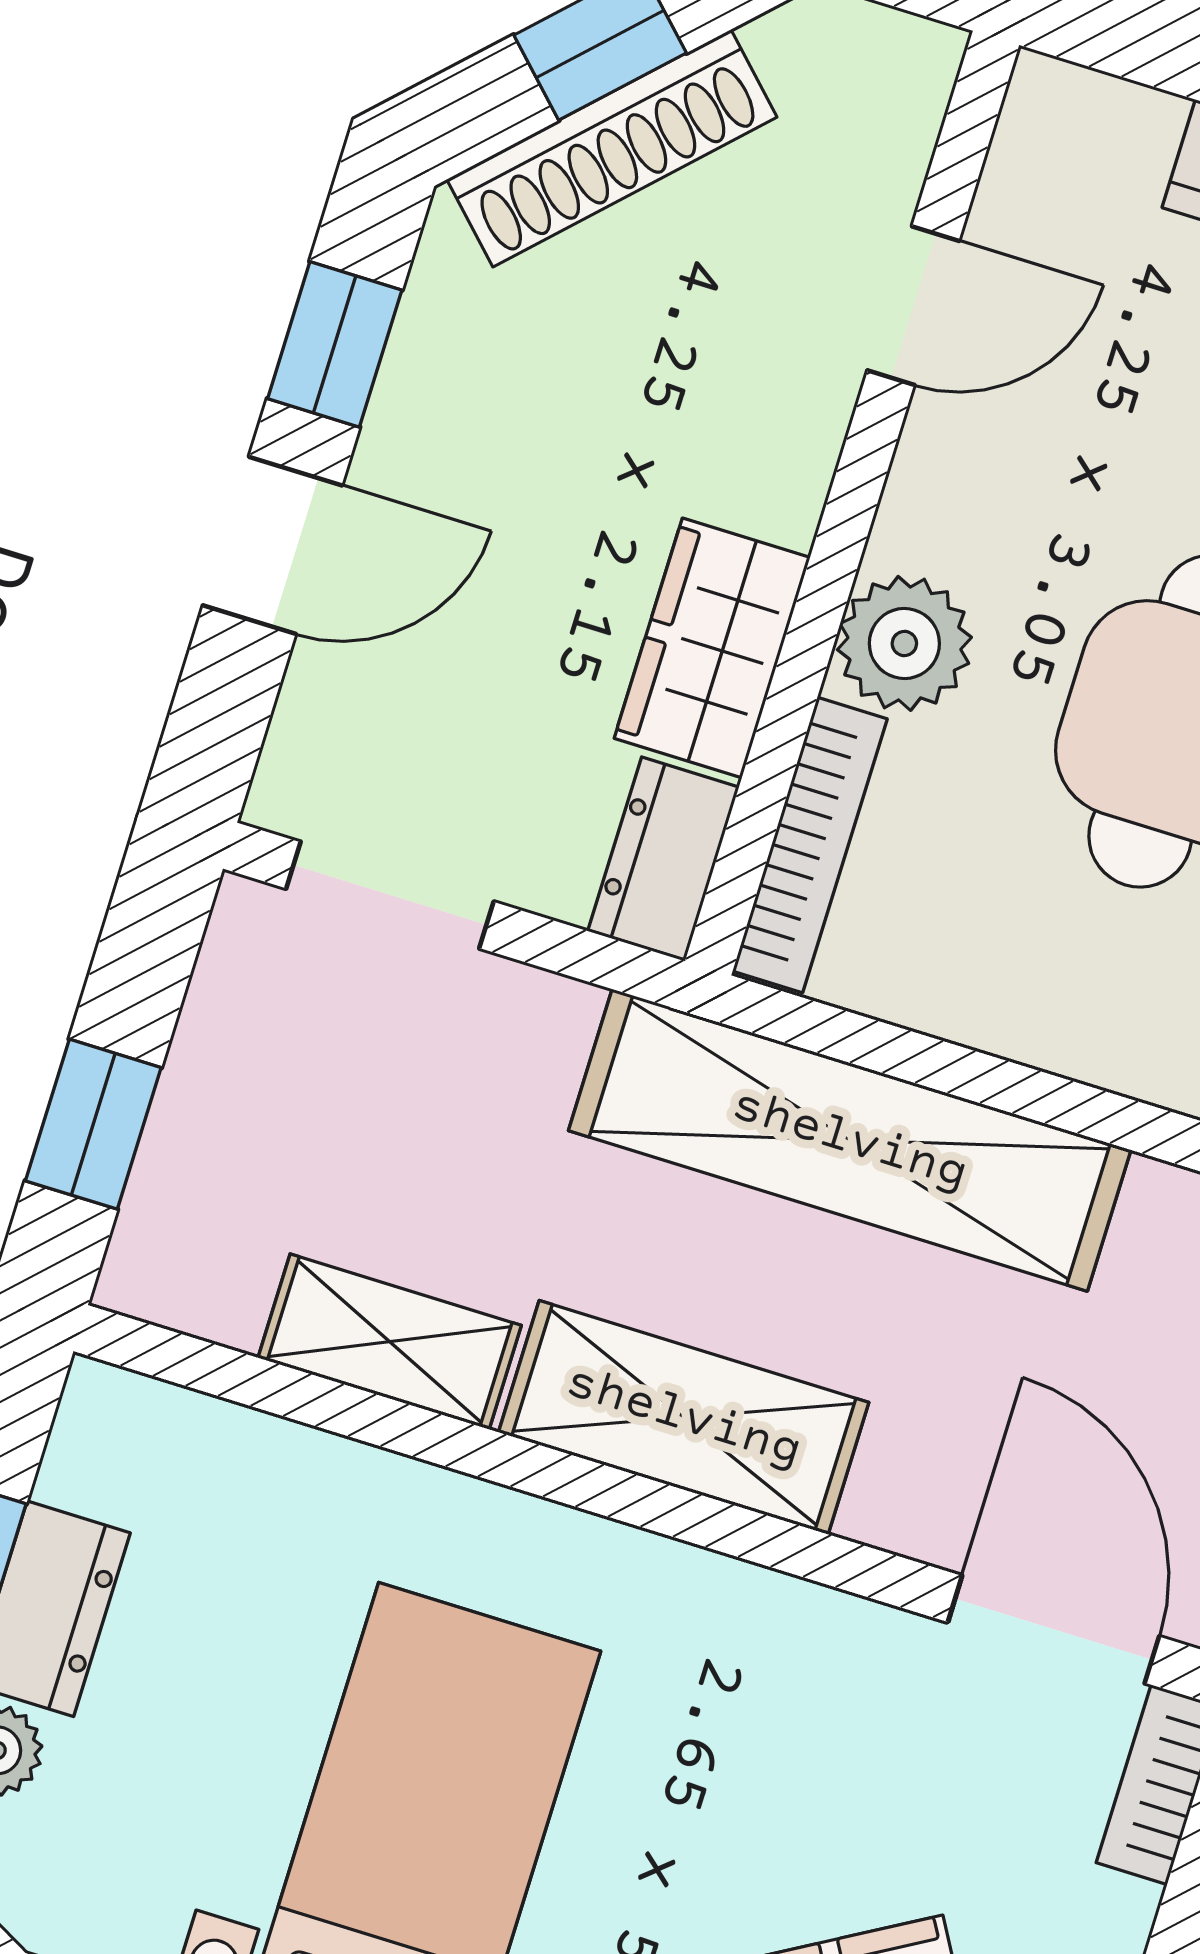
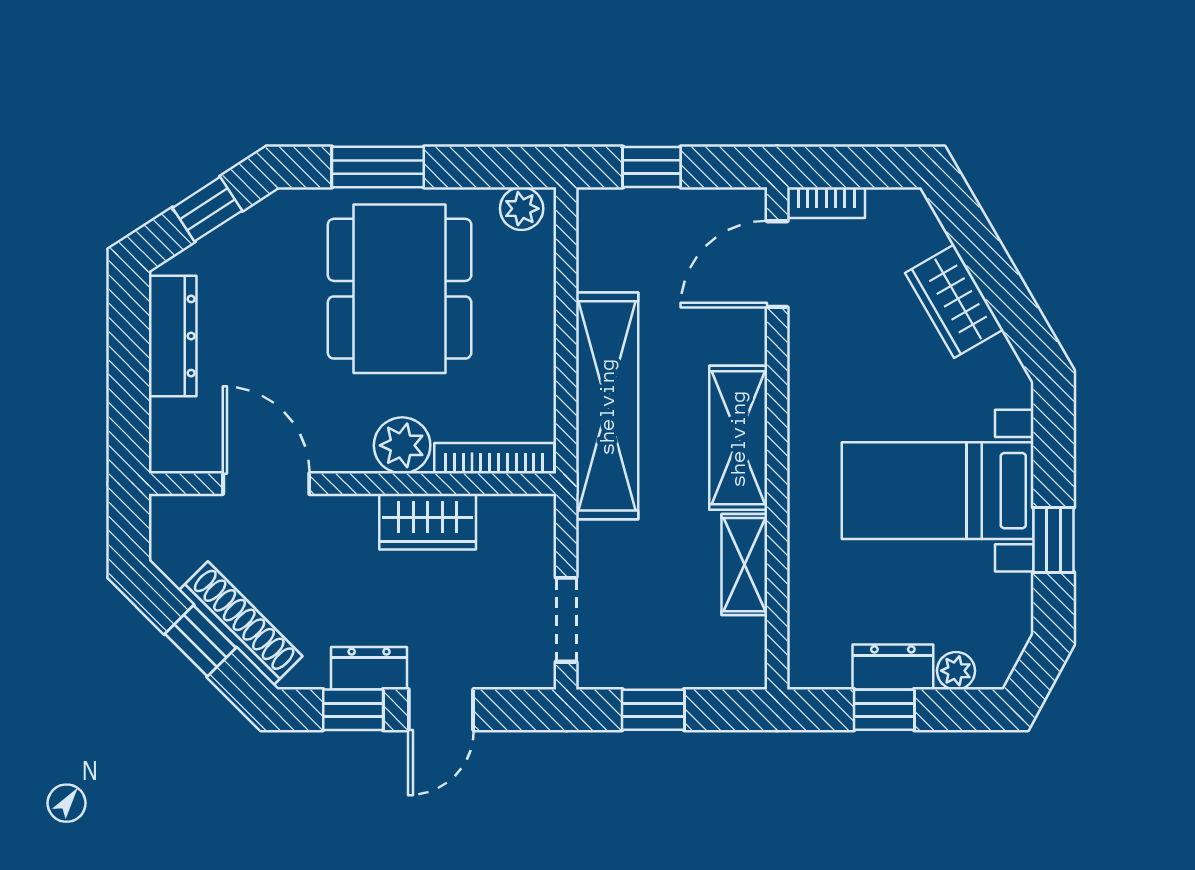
door: (913, 306) -> (266, 484), width x1.37
door: (272, 545) -> (441, 710), swing flipped
dresser: (663, 859) -> (369, 668), moved, turned 180
window: (93, 1124) -> (653, 710), moved

